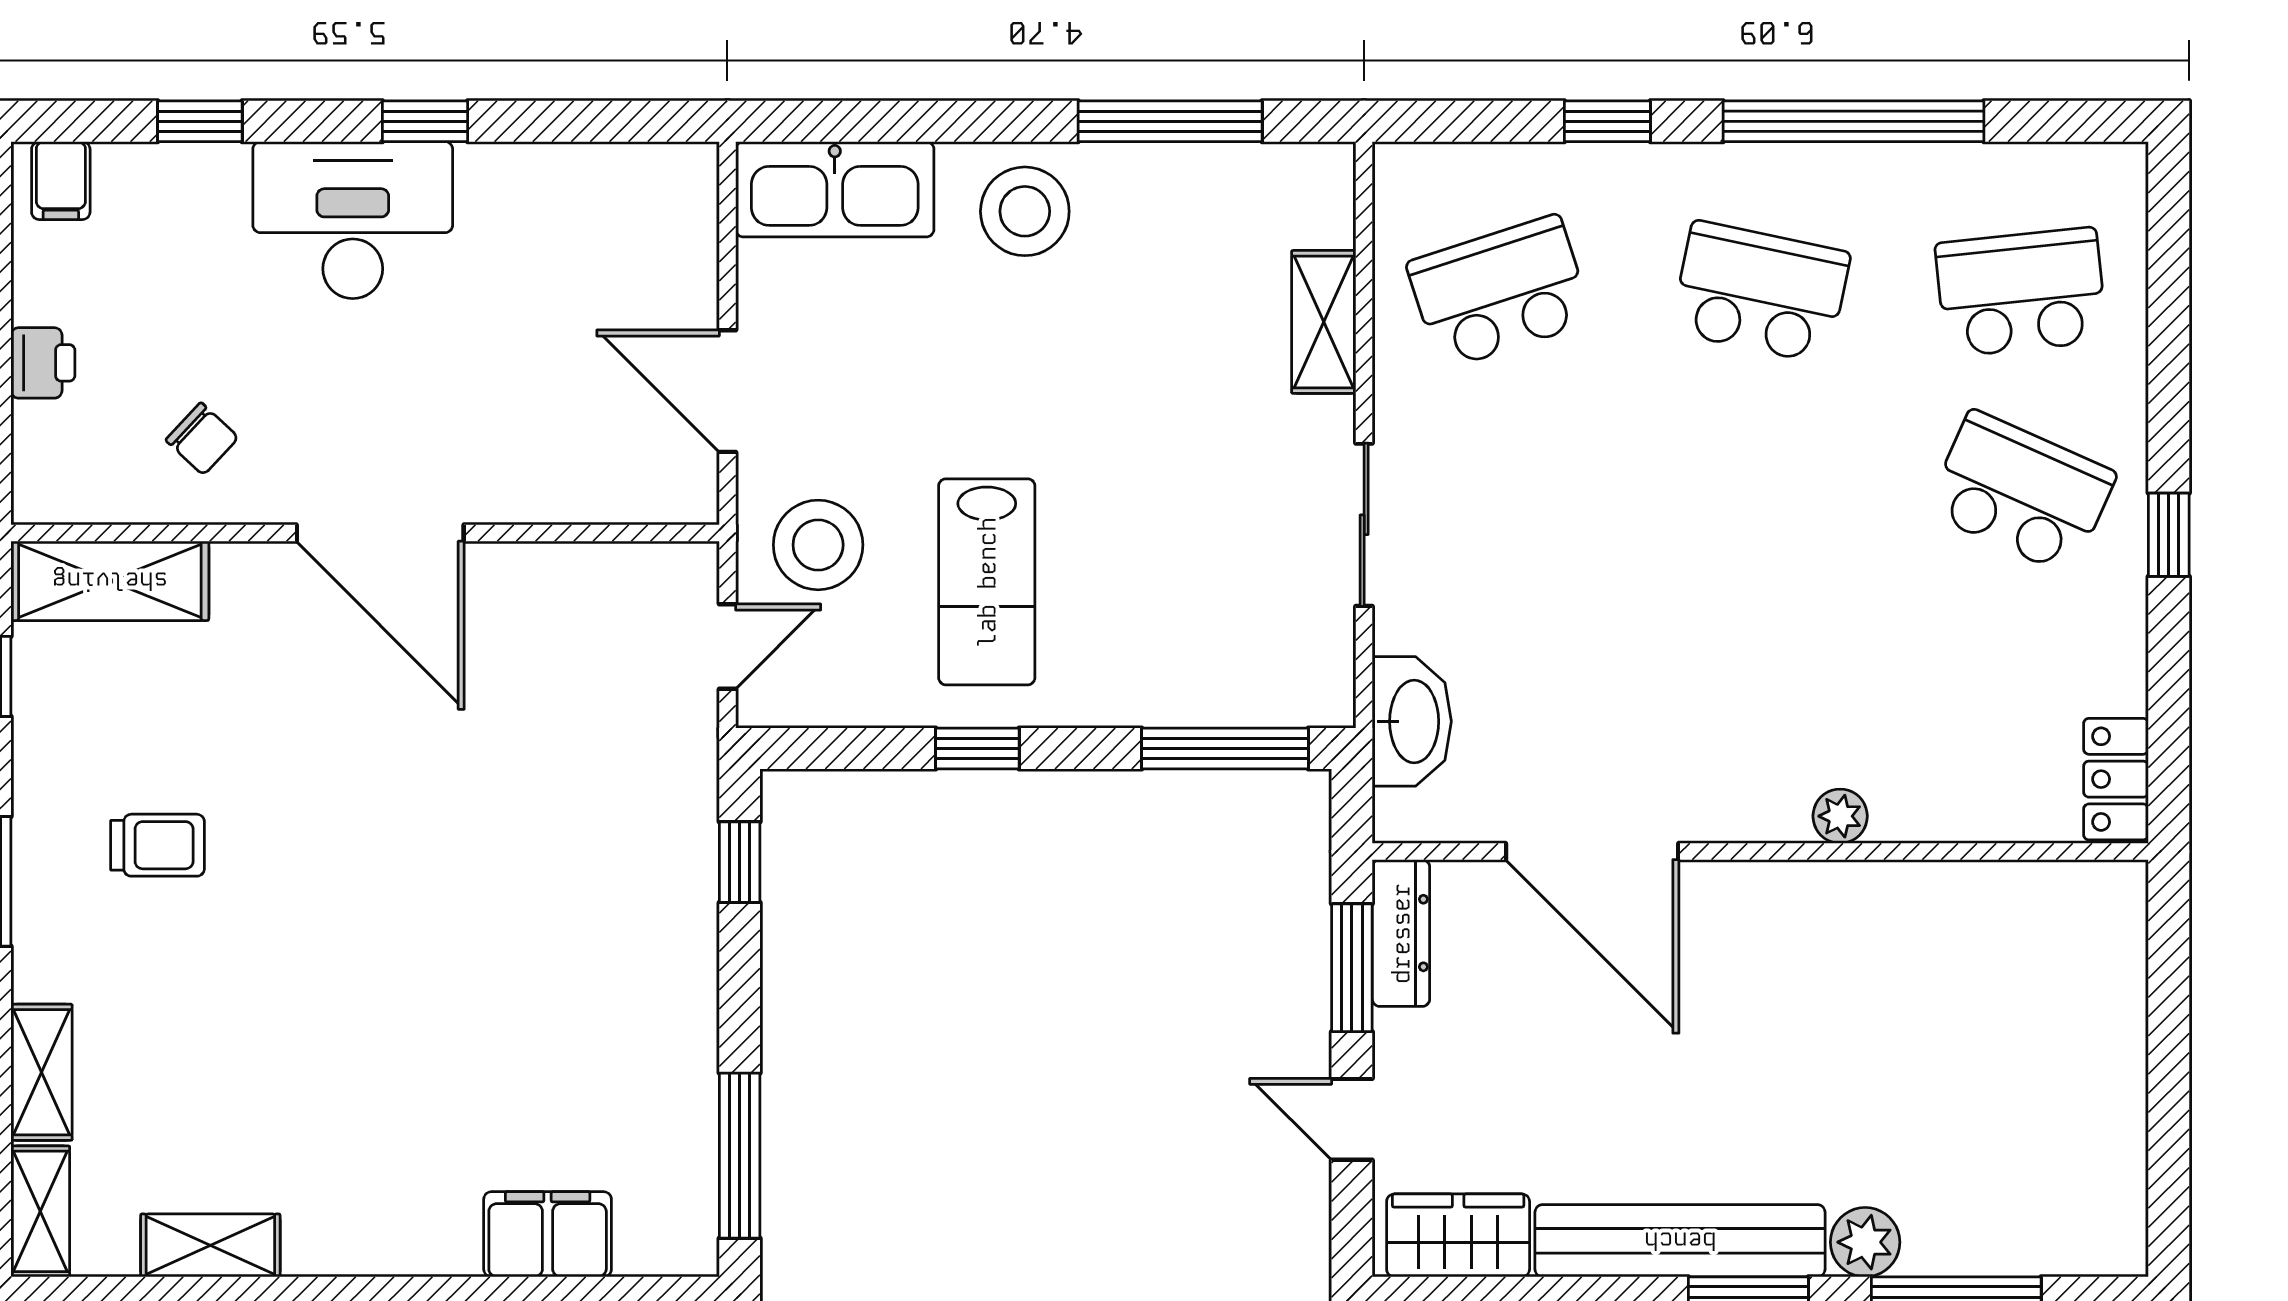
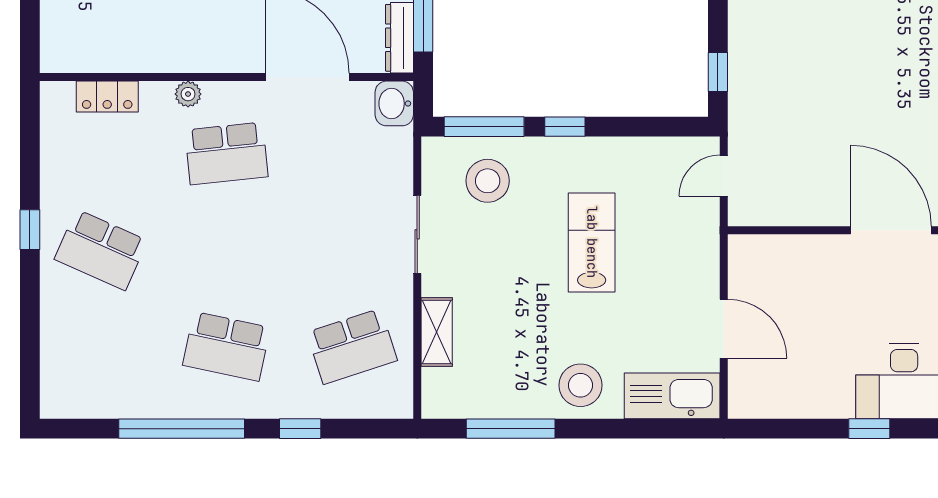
school desk: (2021, 292) -> (226, 153), moved
door: (727, 391) -> (724, 329), moved
stool: (818, 545) -> (488, 181), moved
lab bench: (987, 582) -> (592, 242), moved
washbasin: (1412, 721) -> (394, 103), moved, width x0.72
window: (977, 749) -> (565, 127), moved
locker: (2116, 779) -> (107, 97), moved, turned 90

